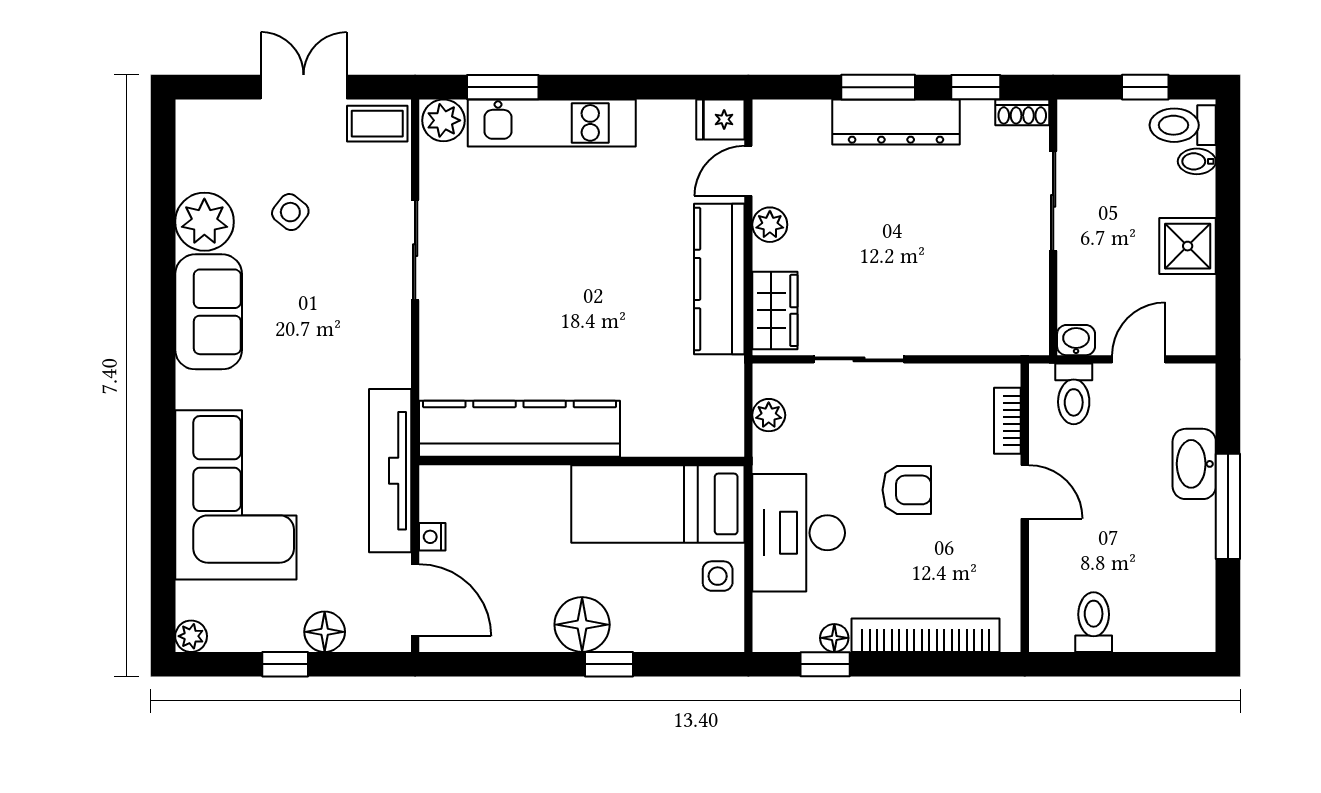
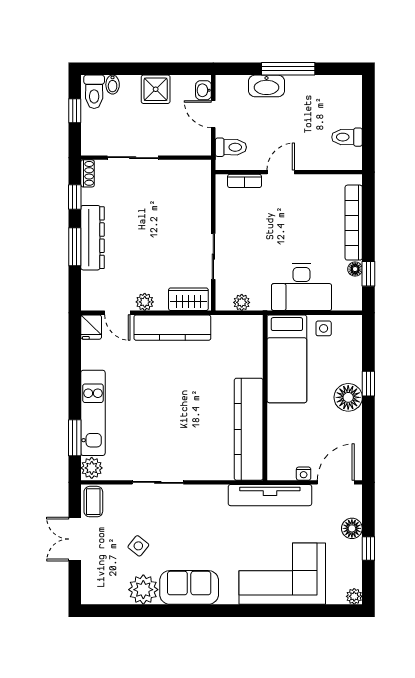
washbasin: (1076, 340) -> (203, 90), moved
armchair: (907, 490) -> (280, 232), removed

